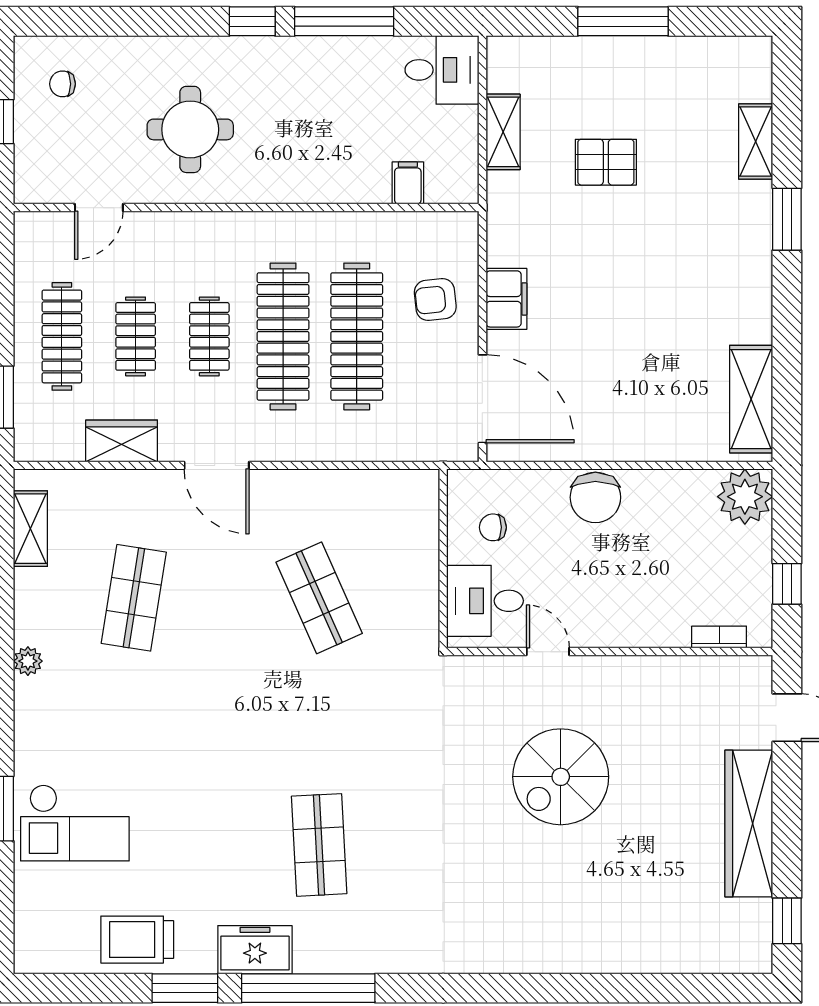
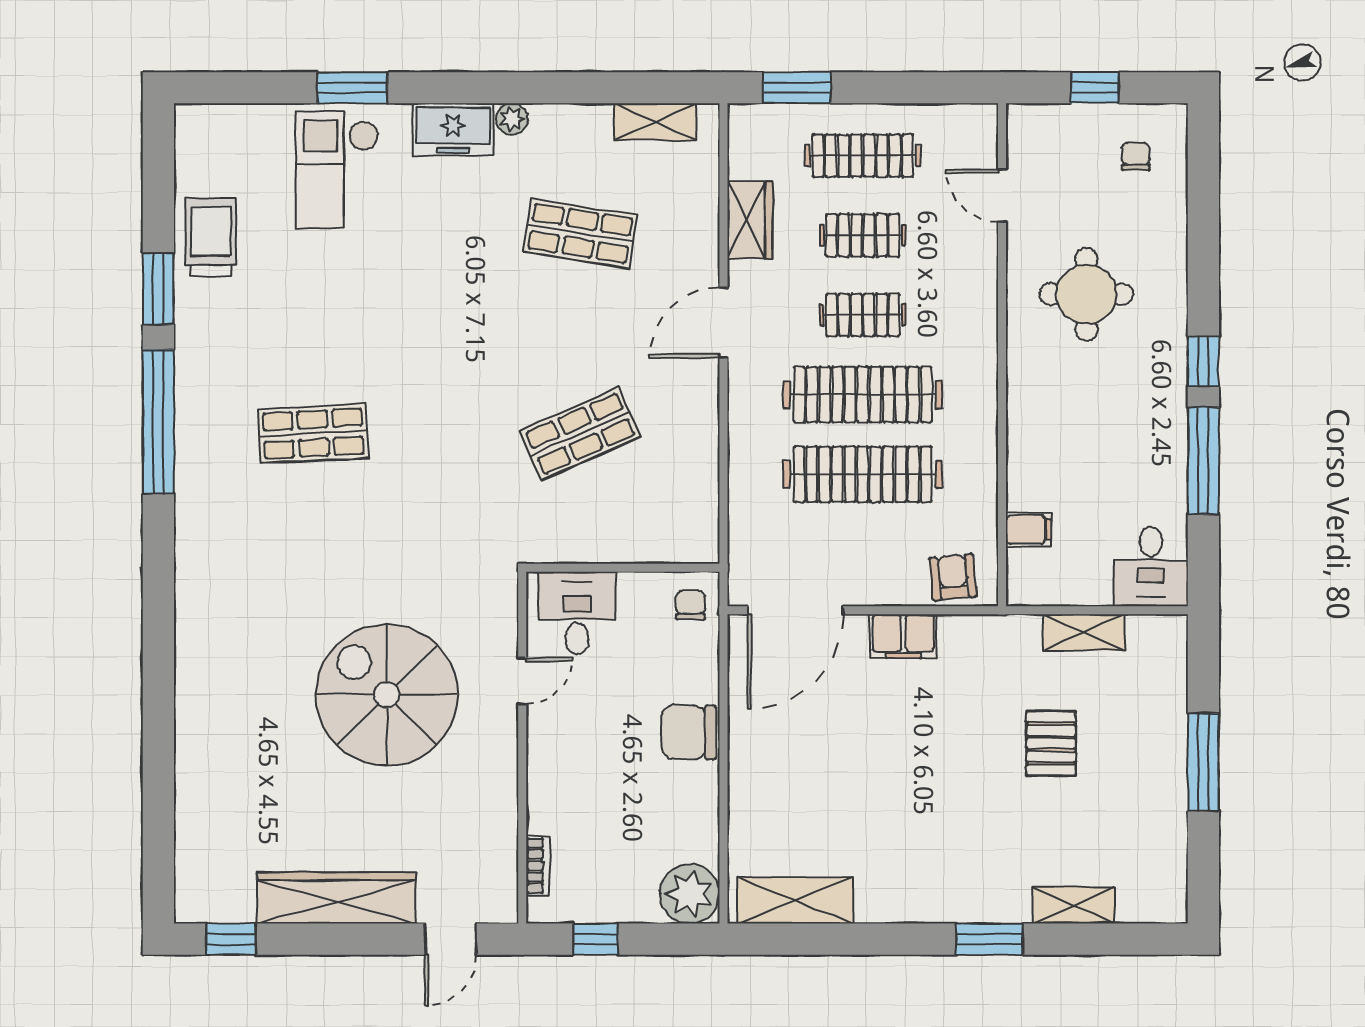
armchair: (435, 300) -> (953, 577), moved
chair: (493, 527) -> (690, 605), moved
spiral stairs: (561, 777) -> (387, 695), width x1.37, depth x1.37
freezer: (255, 950) -> (453, 129), moved, turned 90

